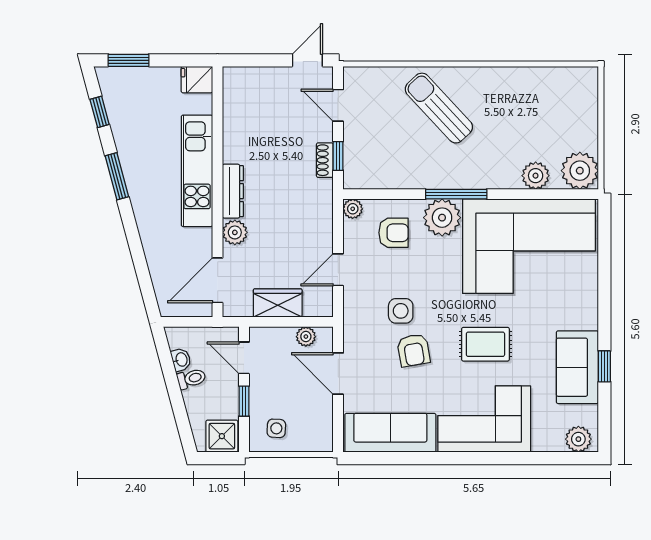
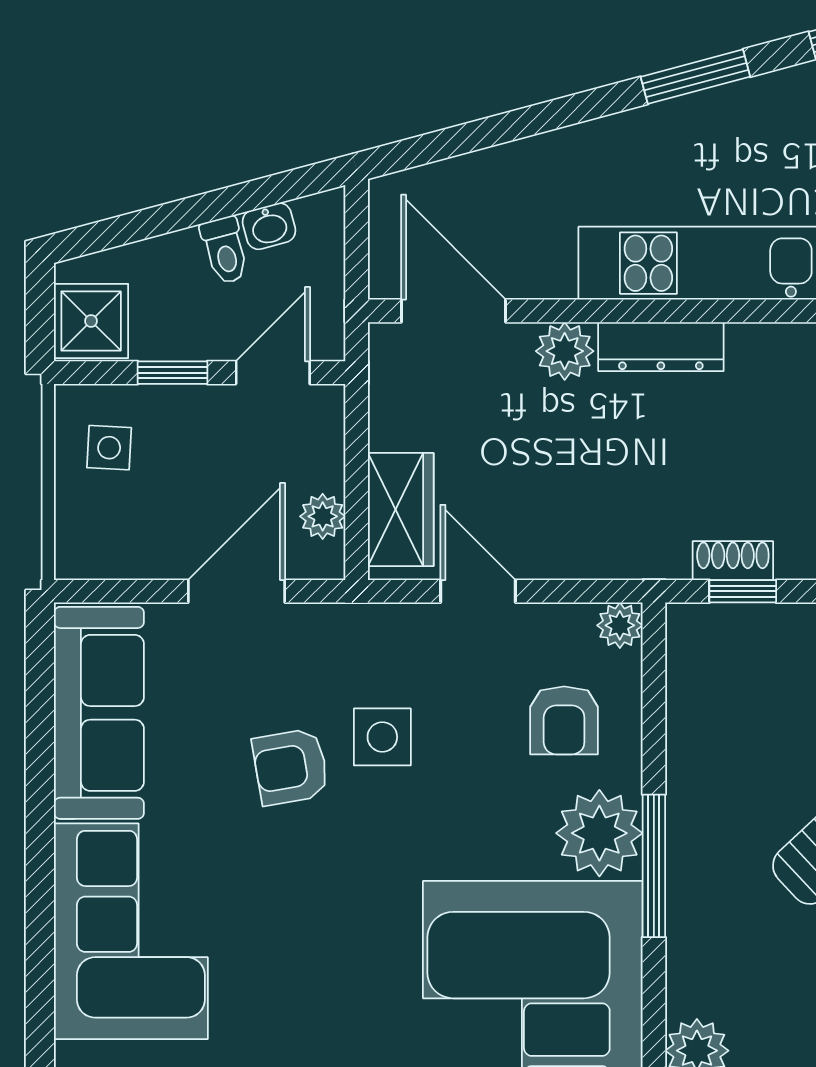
wardrobe: (278, 303) -> (401, 510), moved
rug: (485, 344) -> (305, 934), removed

